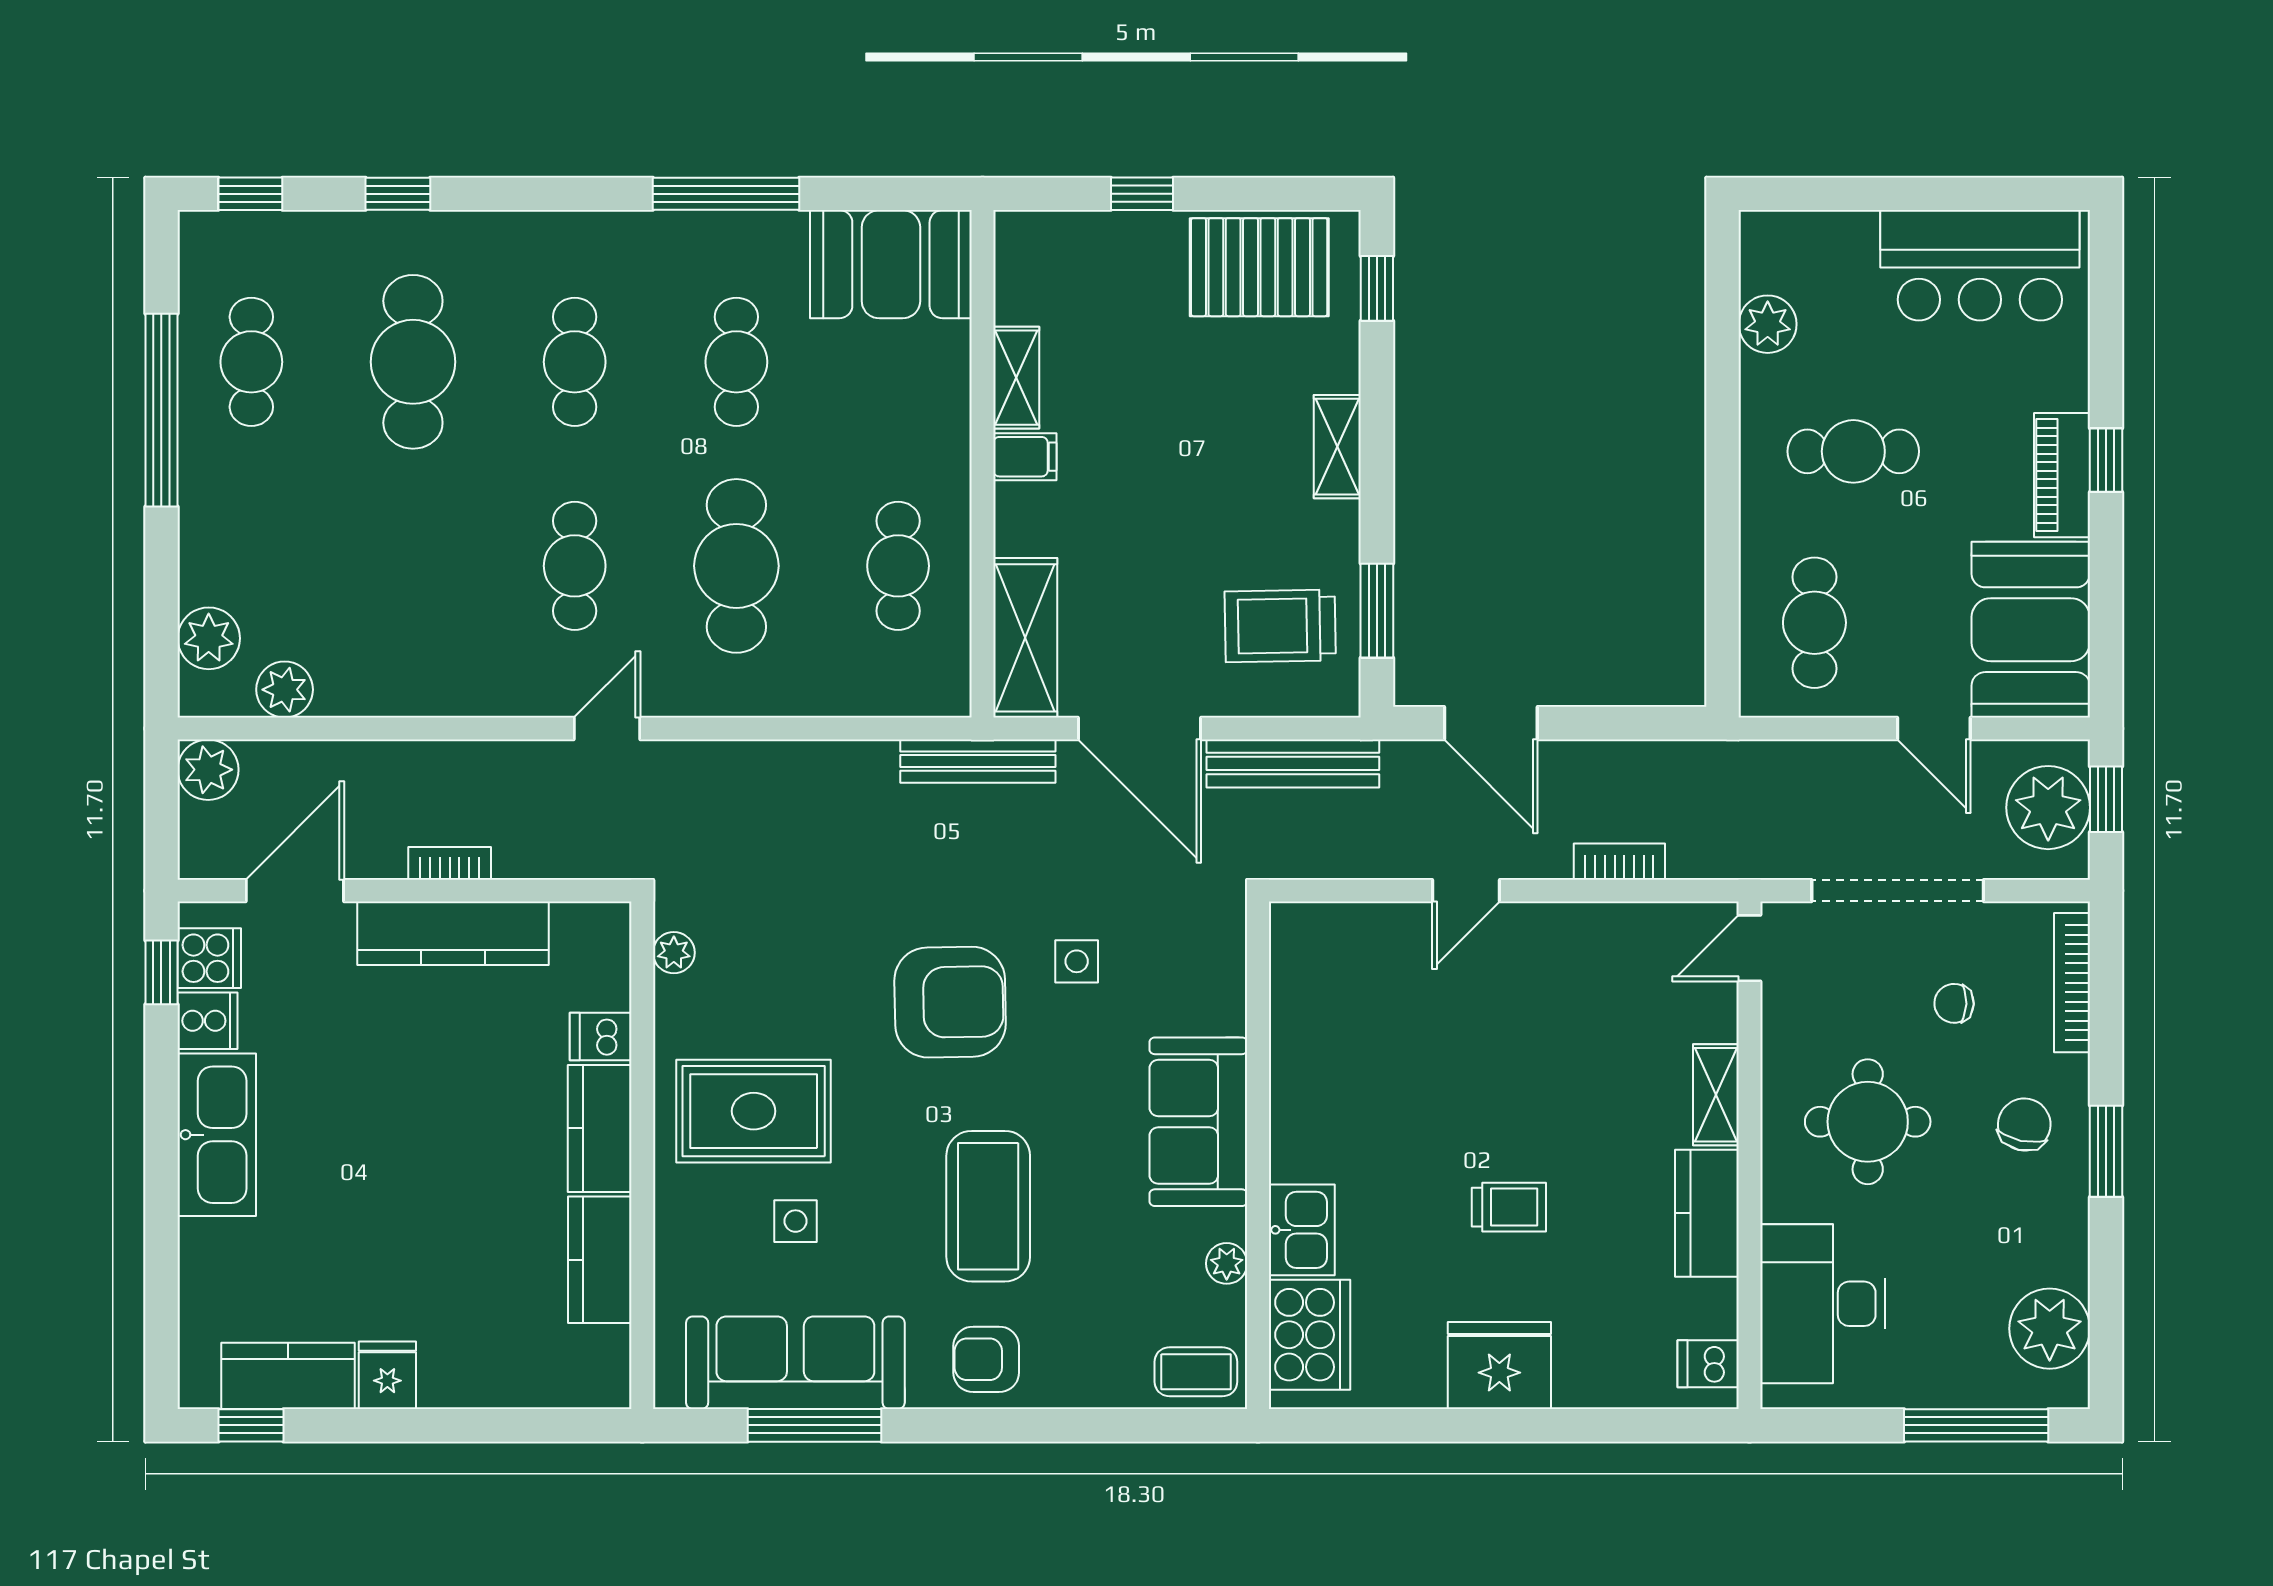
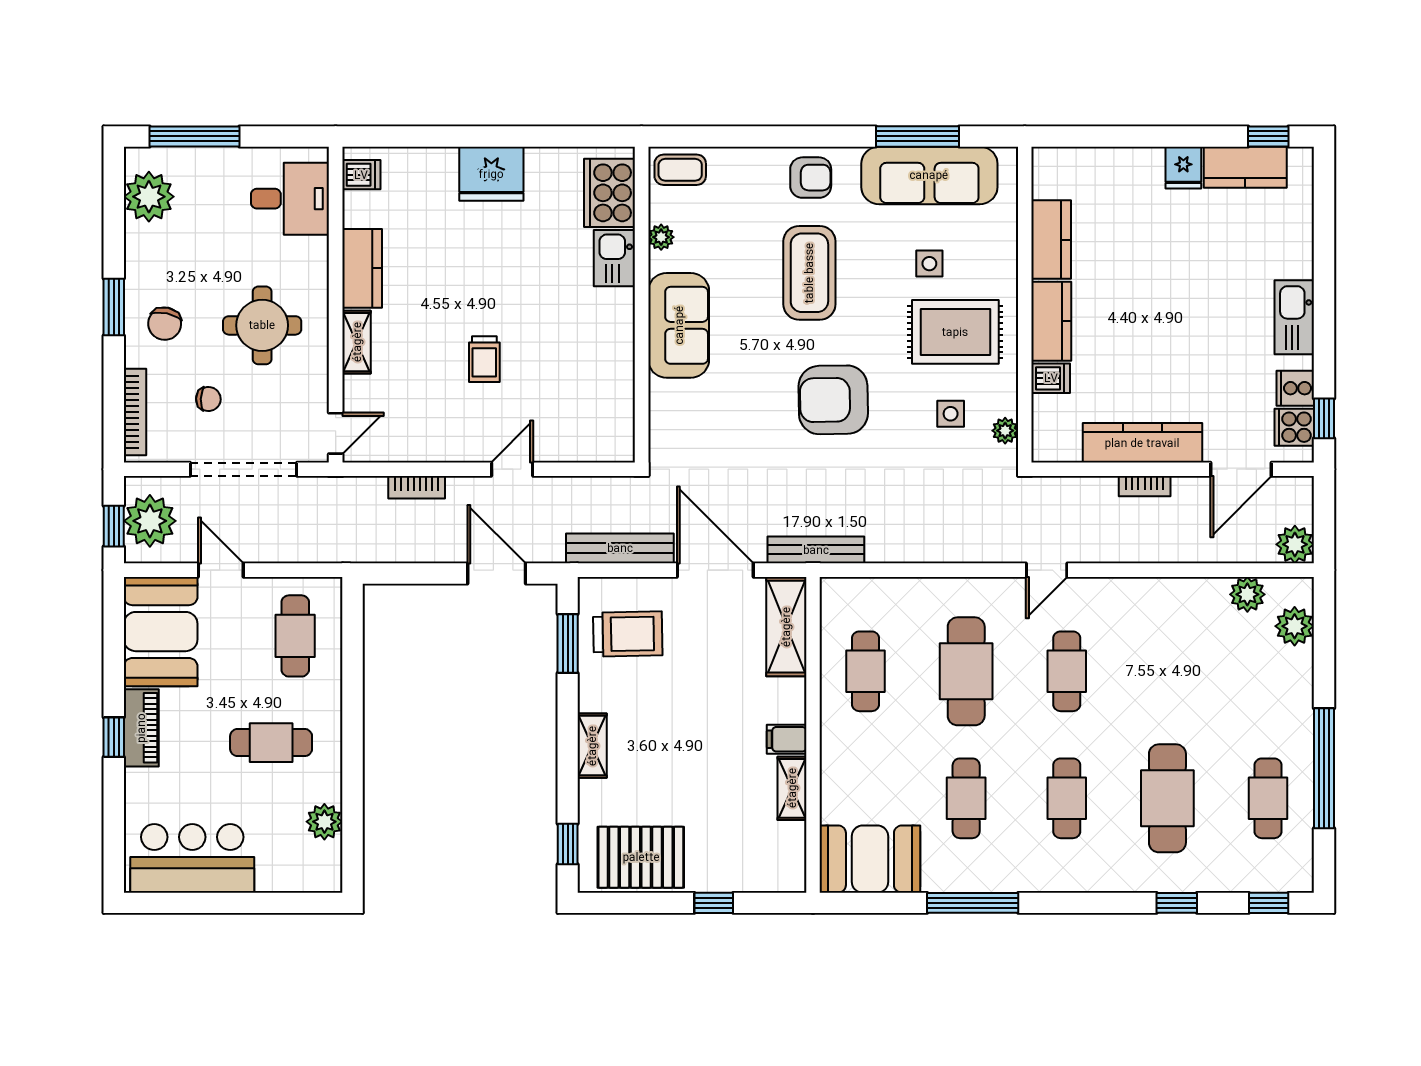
side table: (1077, 961) -> (951, 414), moved
kitchen sink: (217, 1135) -> (1294, 317), width x0.73, depth x0.81
trolley: (1509, 1207) -> (484, 359), moved, turned -90
desk: (1823, 1304) -> (290, 199), width x0.73

